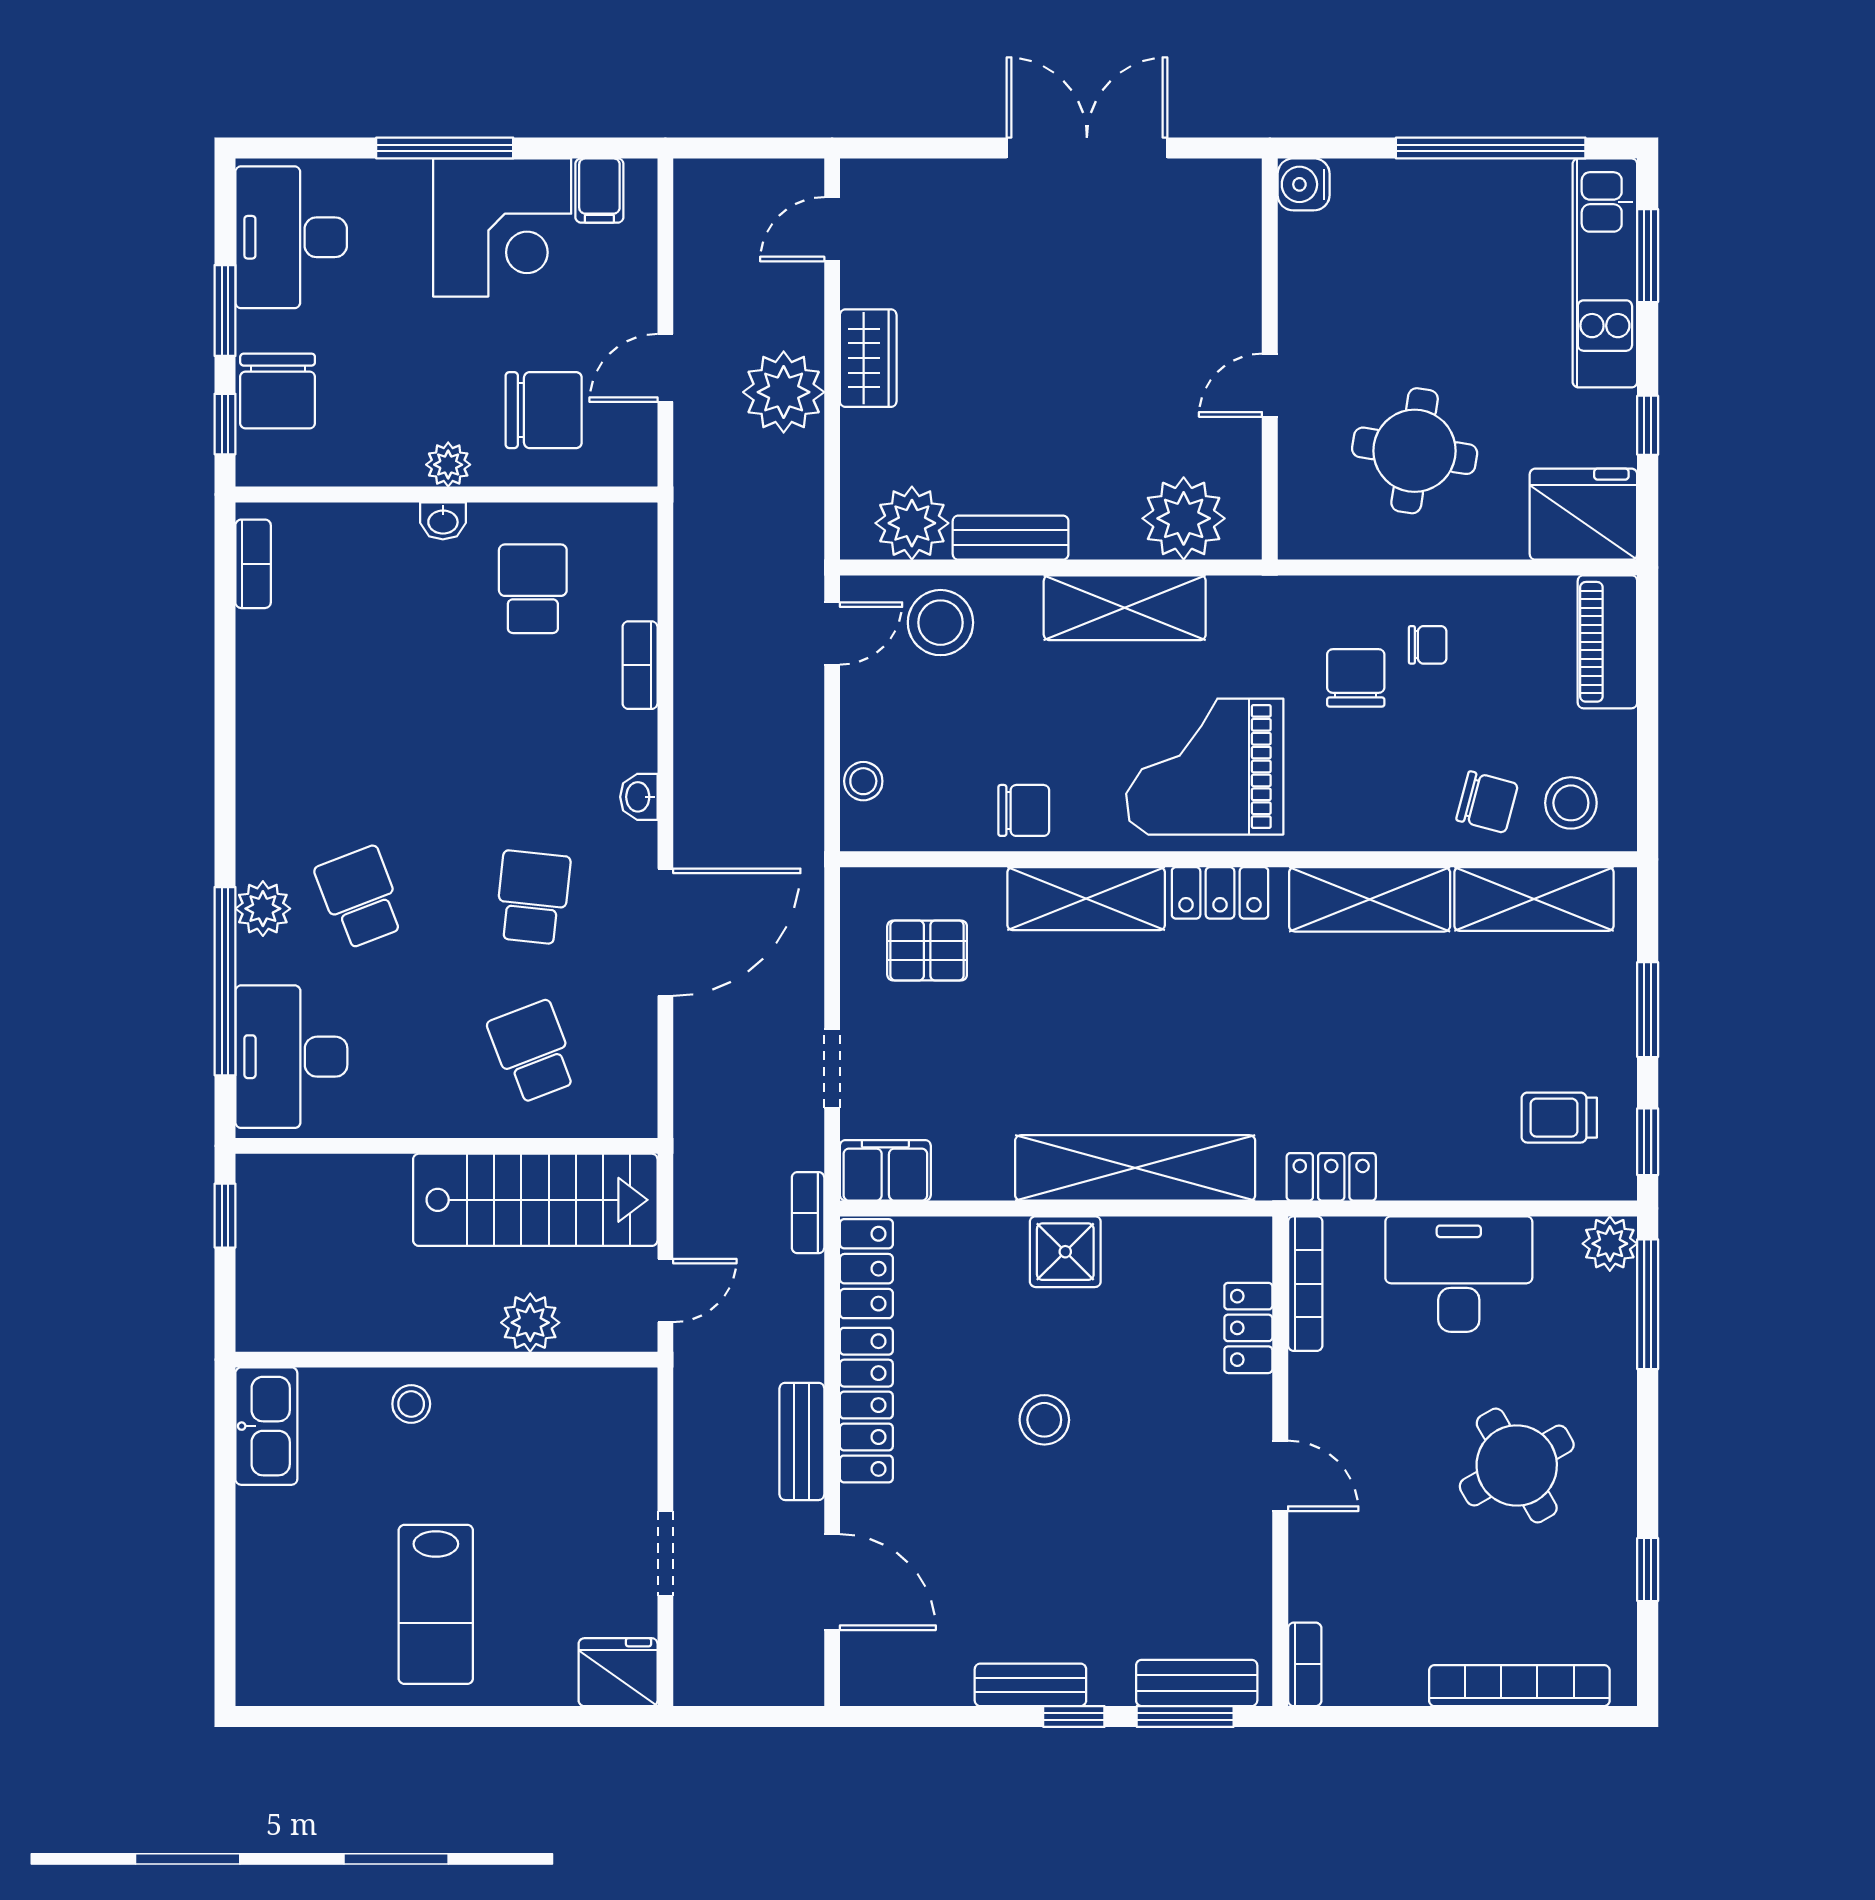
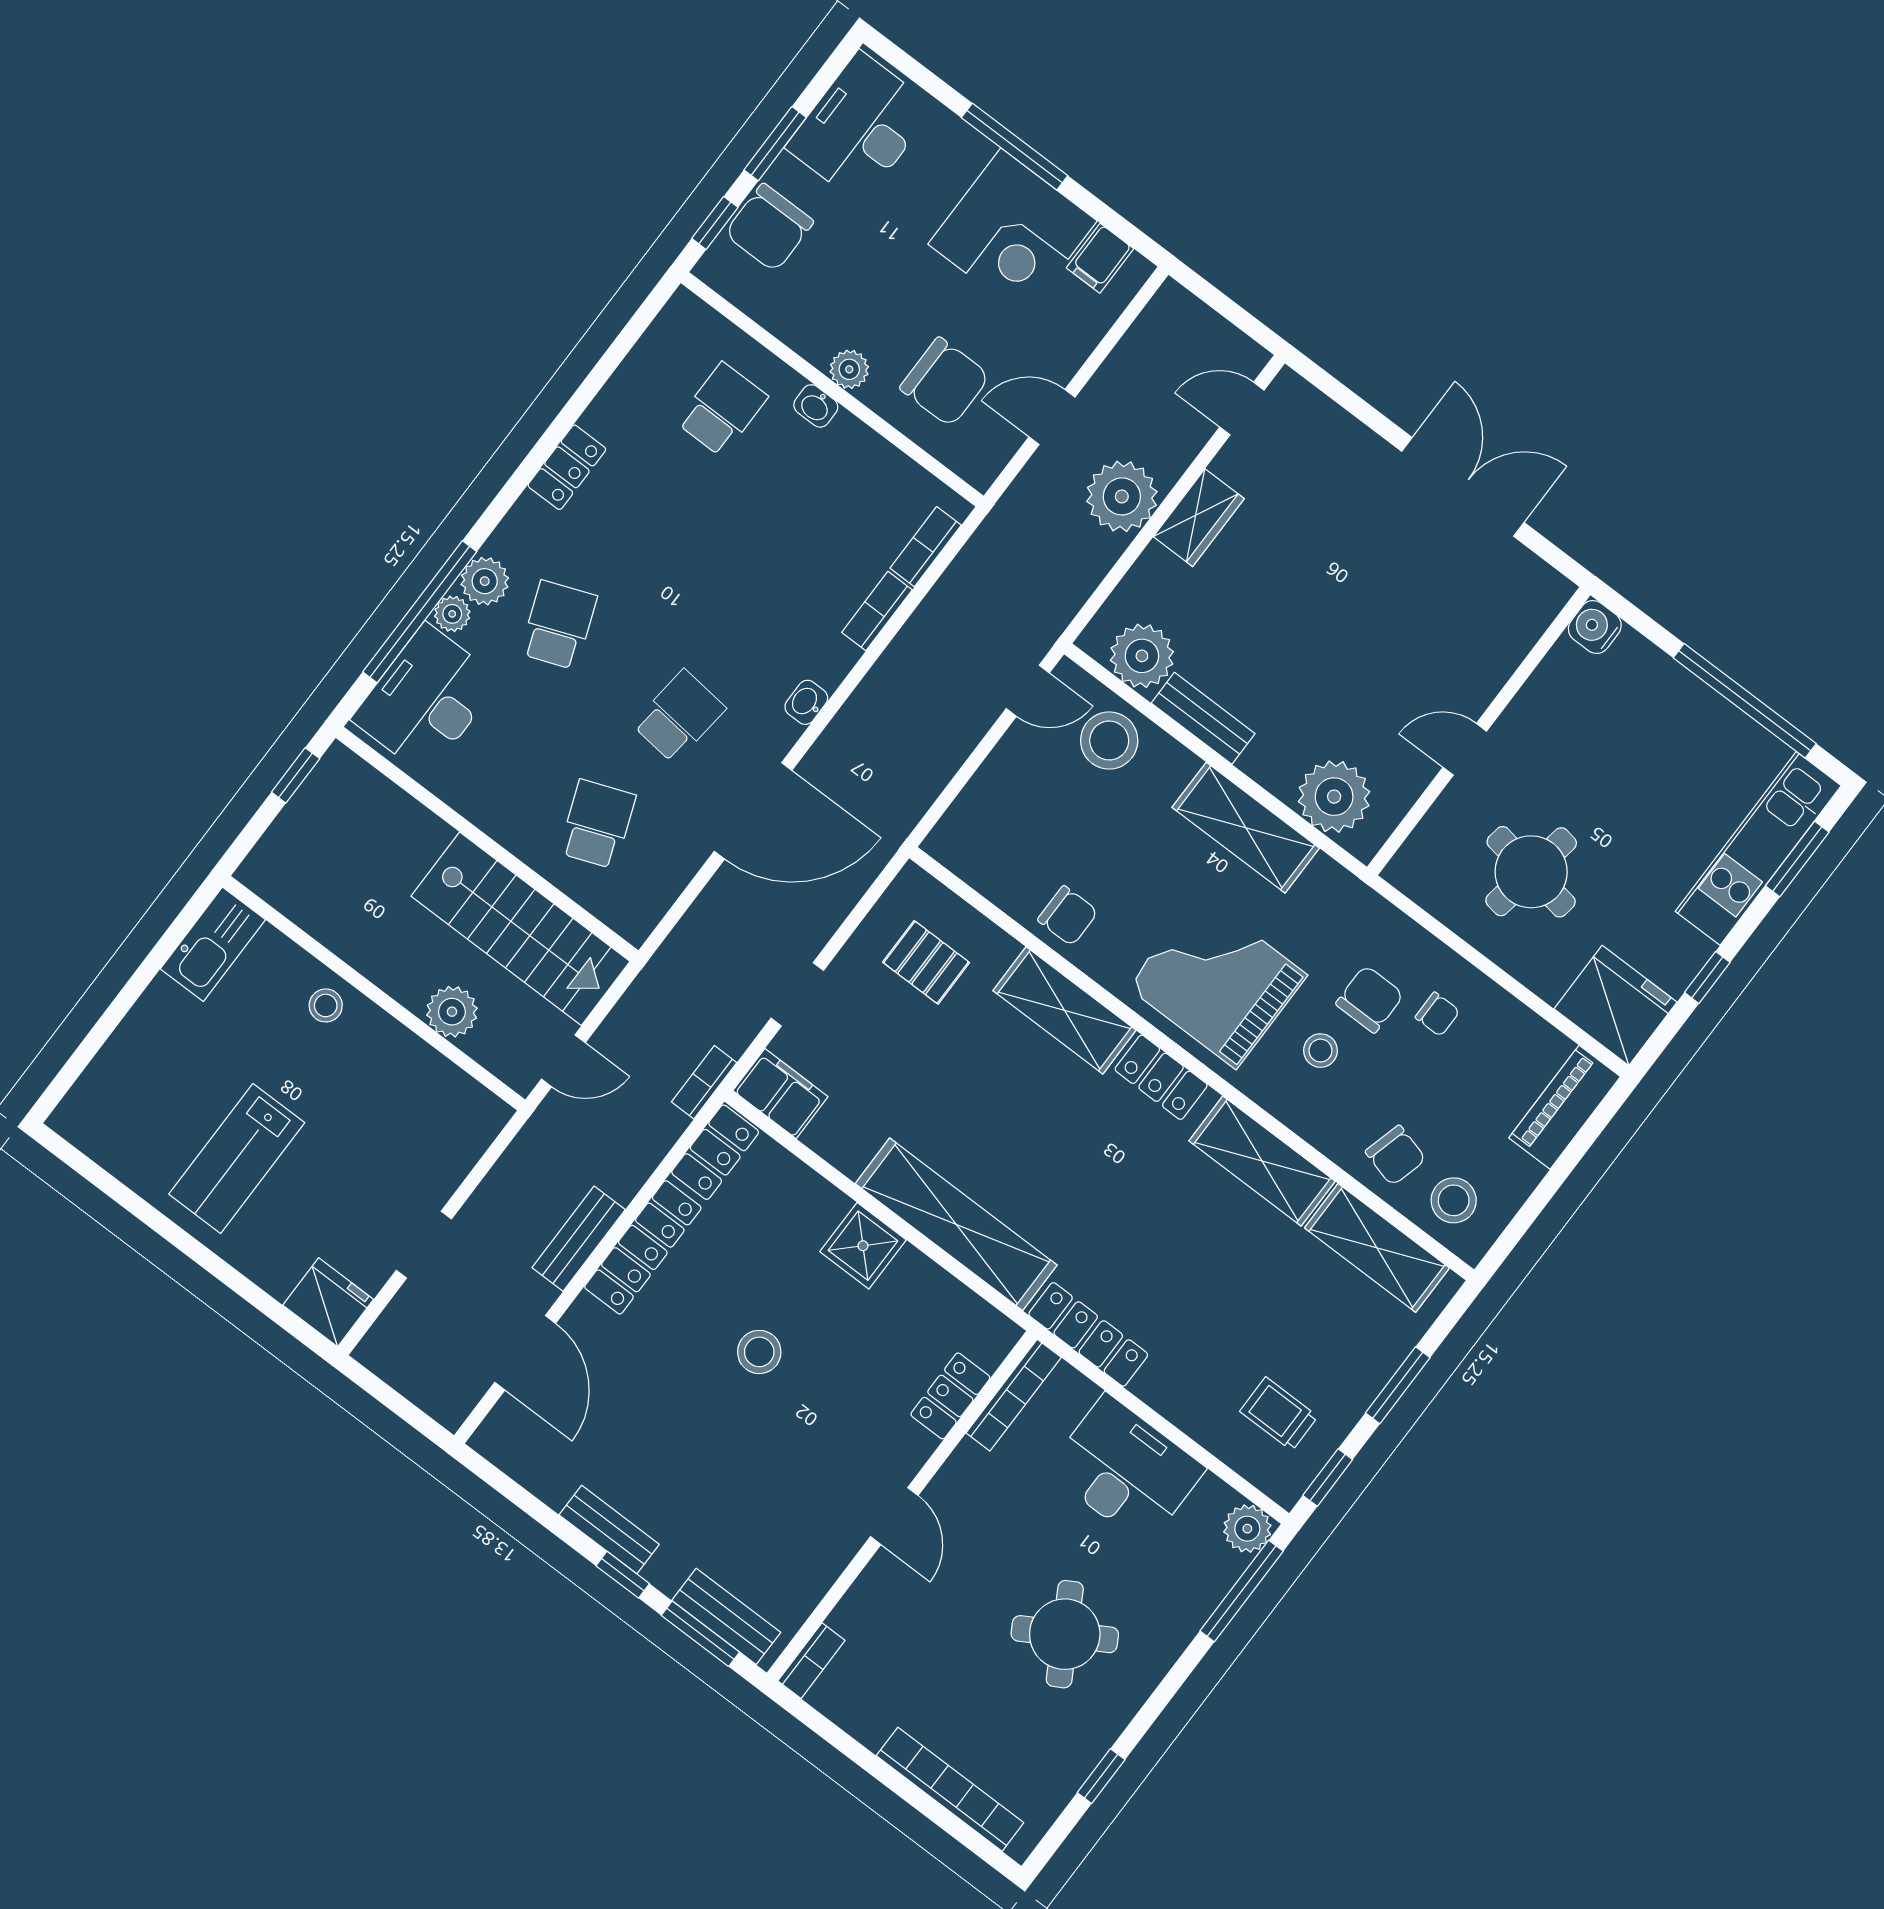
bookcase: (253, 564) -> (926, 547), moved, turned 180
school desk: (533, 589) -> (722, 409), moved
locker: (259, 748) -> (567, 467), added
stool: (863, 781) -> (1320, 1051), moved
plant: (256, 961) -> (452, 614), added
locker: (1331, 1177) -> (1088, 1334), width x1.53

